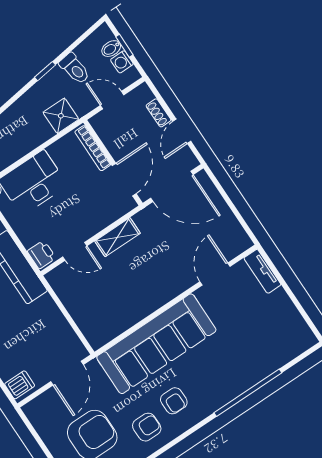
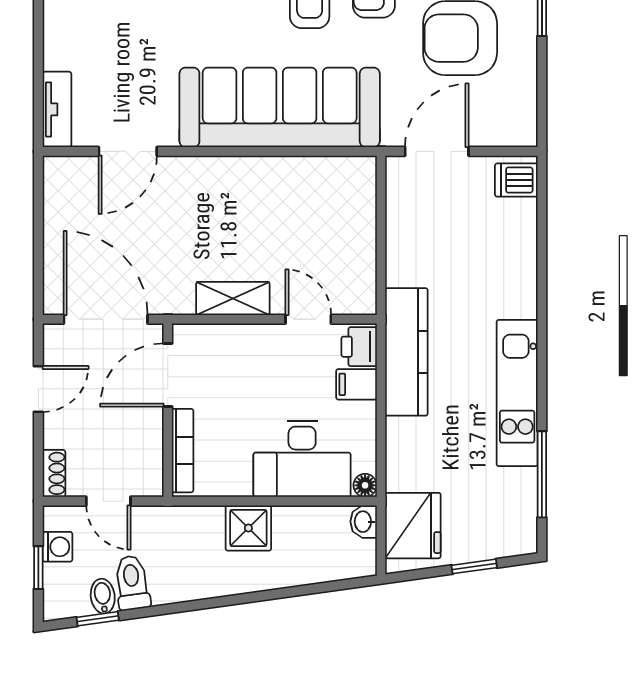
bidet: (111, 49) -> (103, 596), moved, turned -98
window: (45, 71) -> (98, 619), moved
shoe rack: (158, 113) -> (54, 473), moved
shower: (61, 116) -> (248, 528), moved
filing cabinet: (31, 236) -> (356, 384), added

